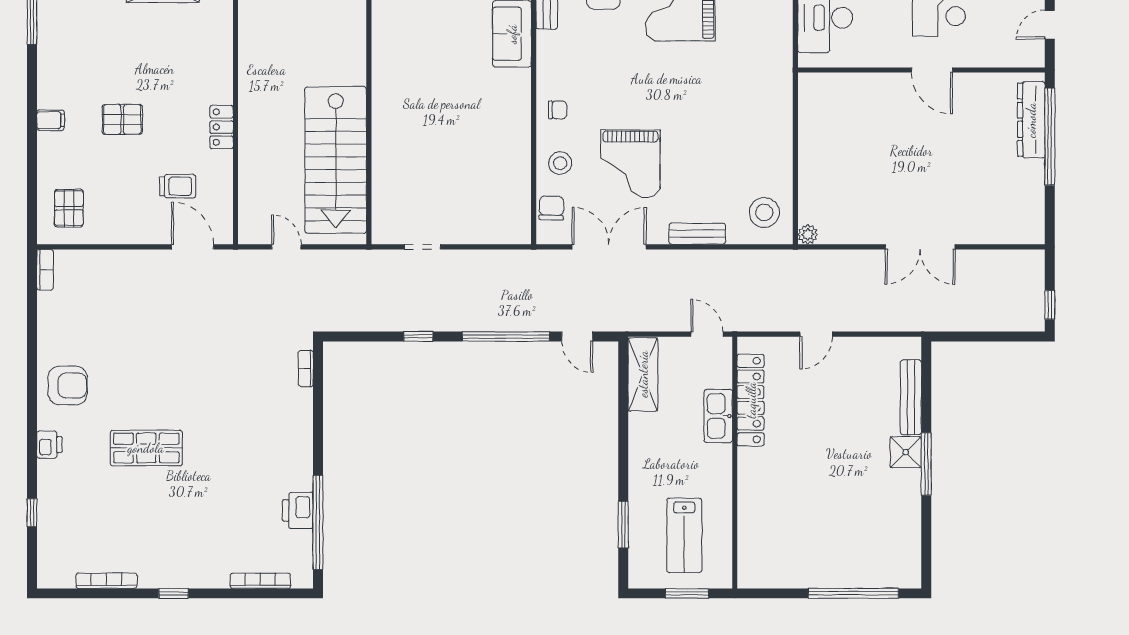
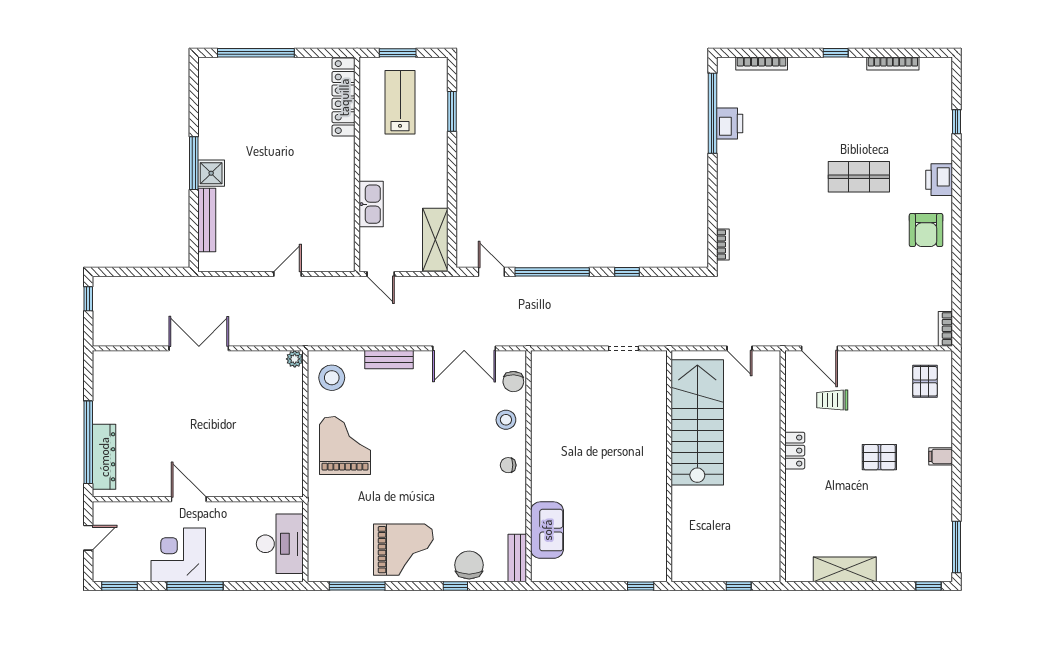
grand piano: (630, 164) -> (345, 446), moved
armchair: (68, 386) -> (926, 230), turned -90
locker: (751, 400) -> (344, 97), moved
printer: (49, 445) -> (939, 180), width x1.36, depth x1.24

